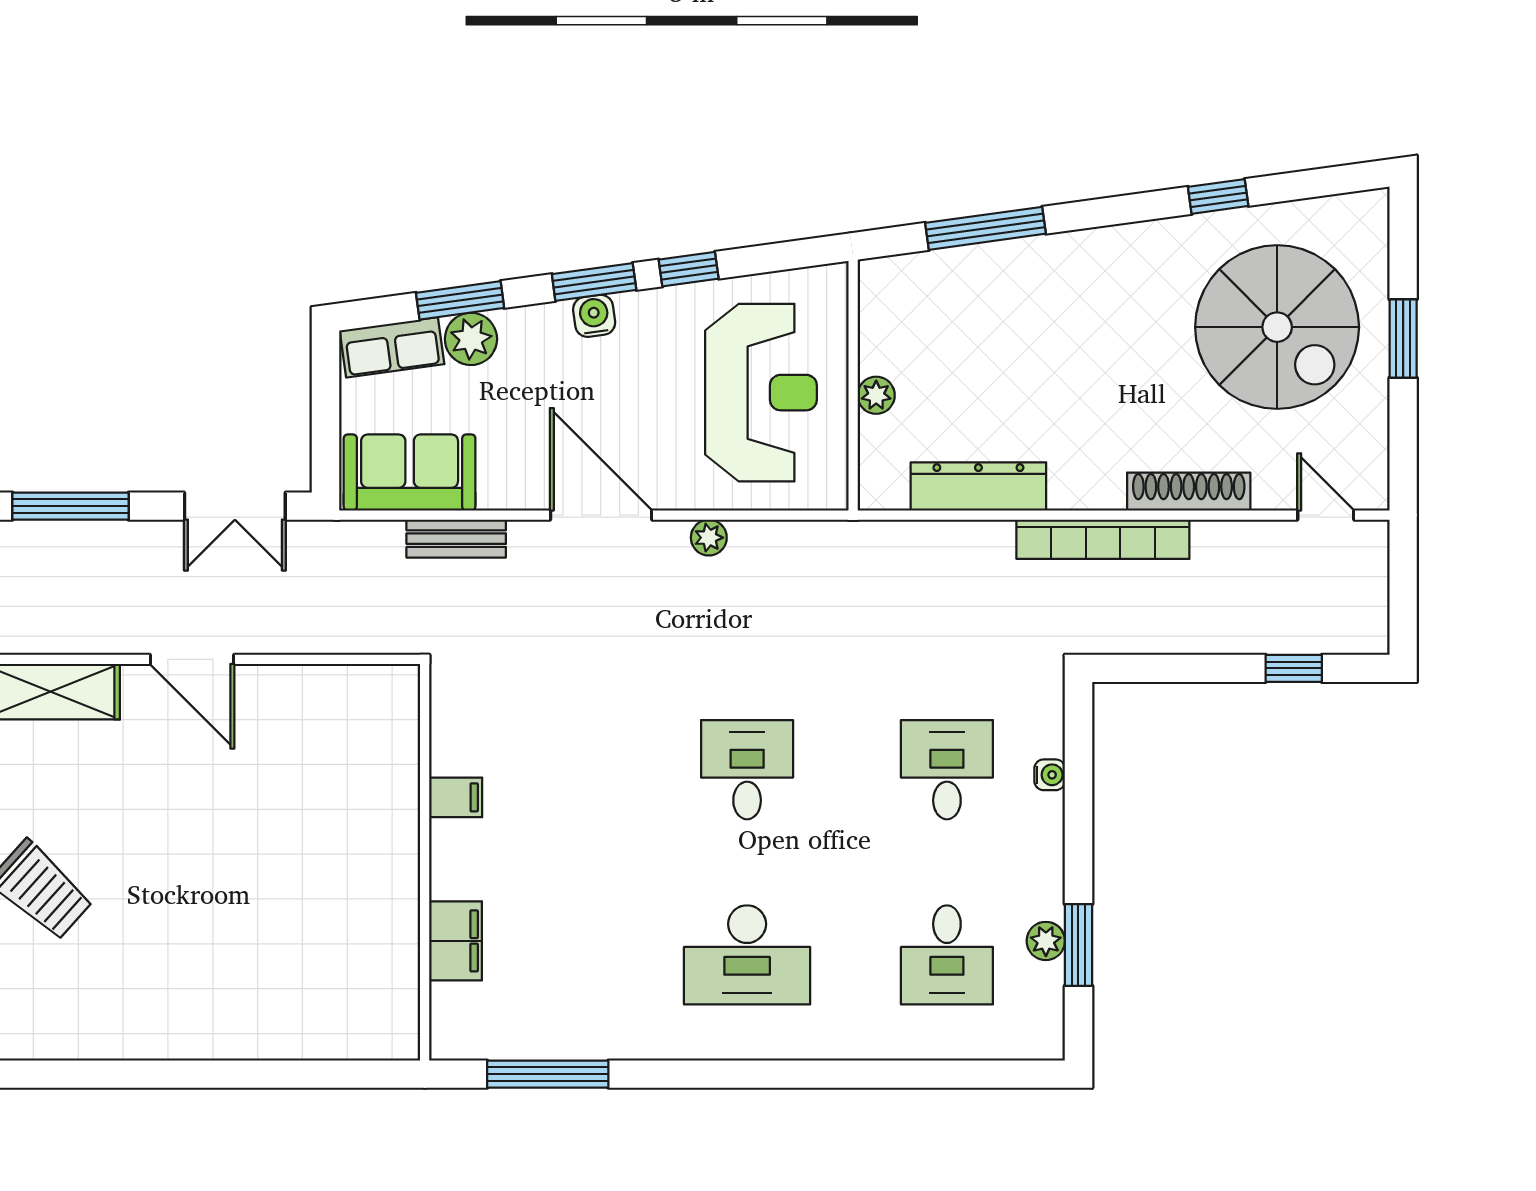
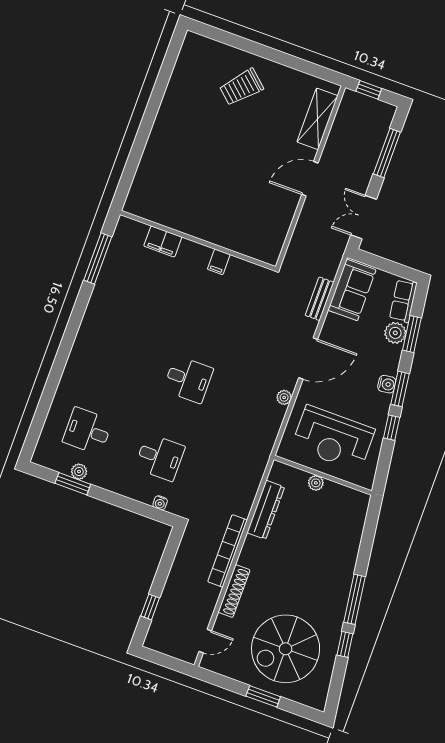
window: (986, 228) -> (355, 599), moved
water cooler: (1050, 775) -> (160, 503), moved
desk: (747, 955) -> (116, 353), removed

